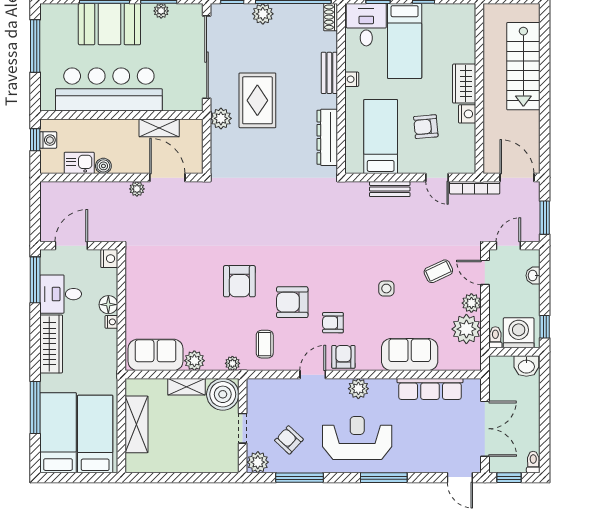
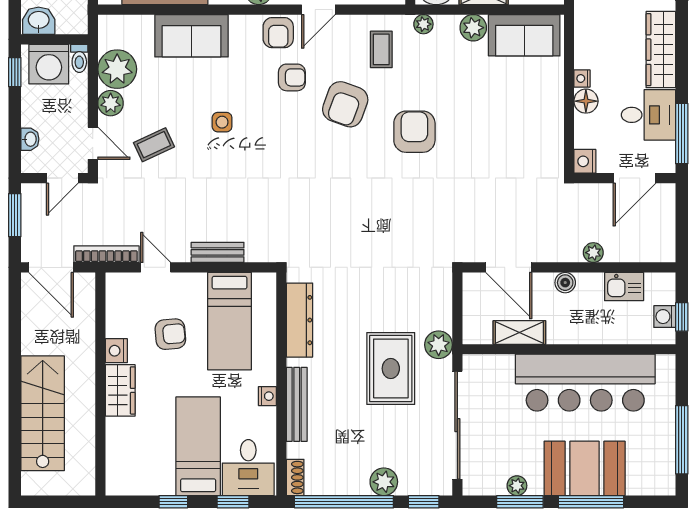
bench: (329, 73) -> (297, 404), width x1.36
boiler: (103, 166) -> (565, 283), moved
plant: (137, 189) -> (593, 253), moved
armchair: (292, 302) -> (345, 104), turned 110

